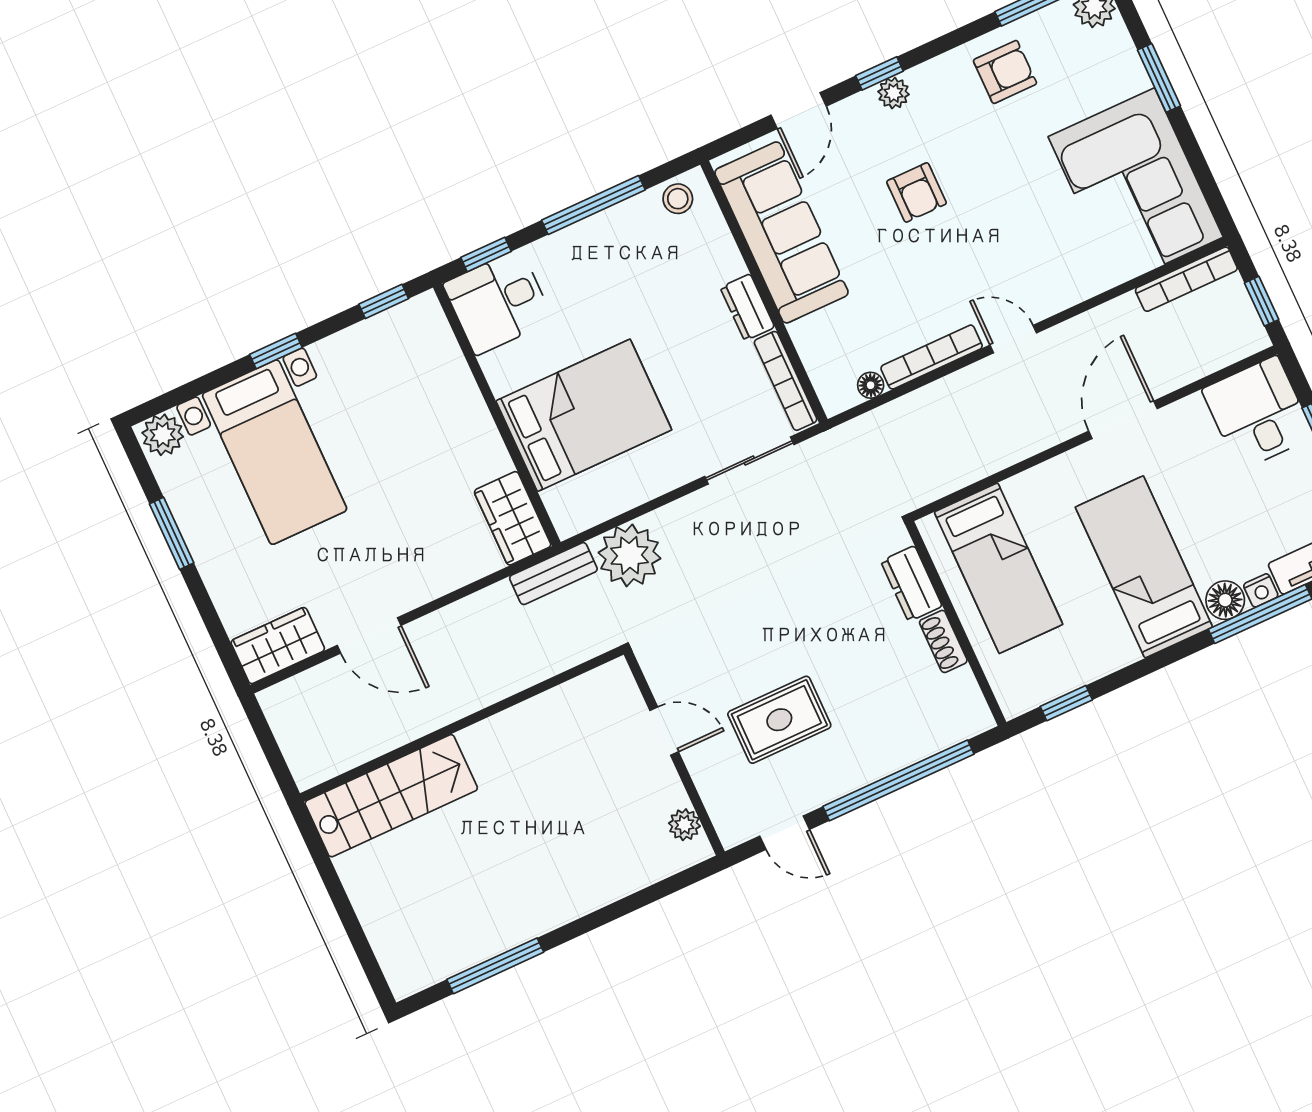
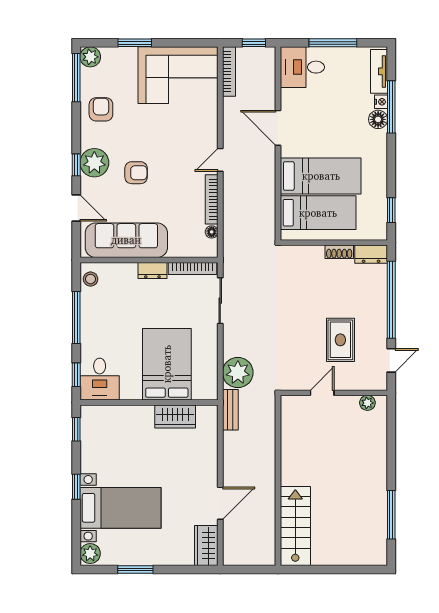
plant: (894, 93) -> (94, 163), width x1.87, depth x1.87
wardrobe: (513, 518) -> (175, 416), moved
bed: (1144, 567) -> (321, 176), moved, turned 180
dresser: (911, 584) -> (371, 254), moved

